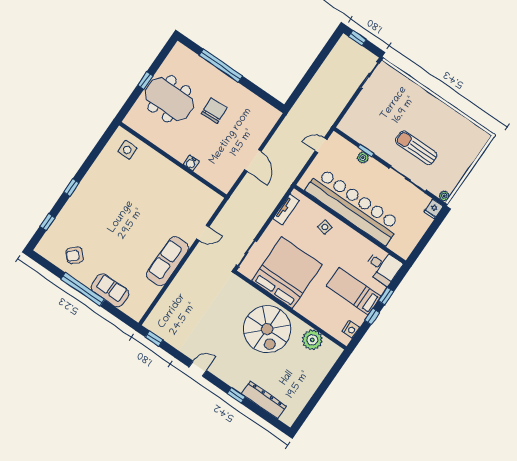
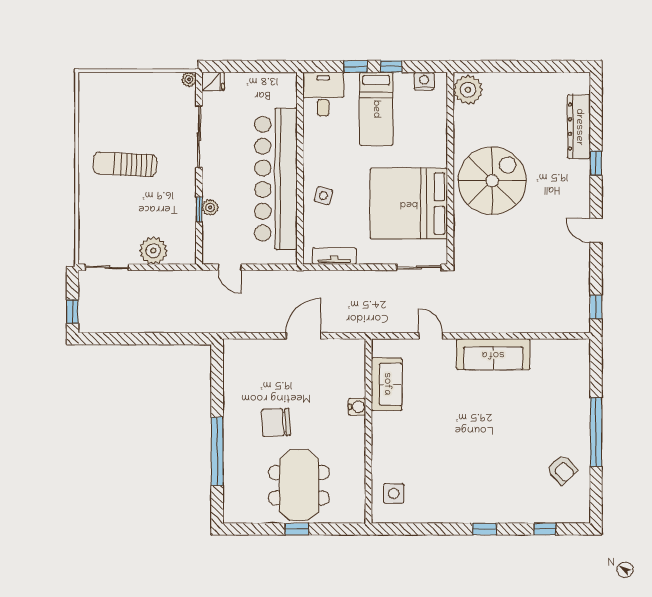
plant: (361, 108) -> (153, 251), added
sun lounger: (416, 148) -> (125, 164), moved, turned 93
sofa: (110, 290) -> (387, 384), moved, turned 180
plant: (312, 340) -> (468, 90), moved

